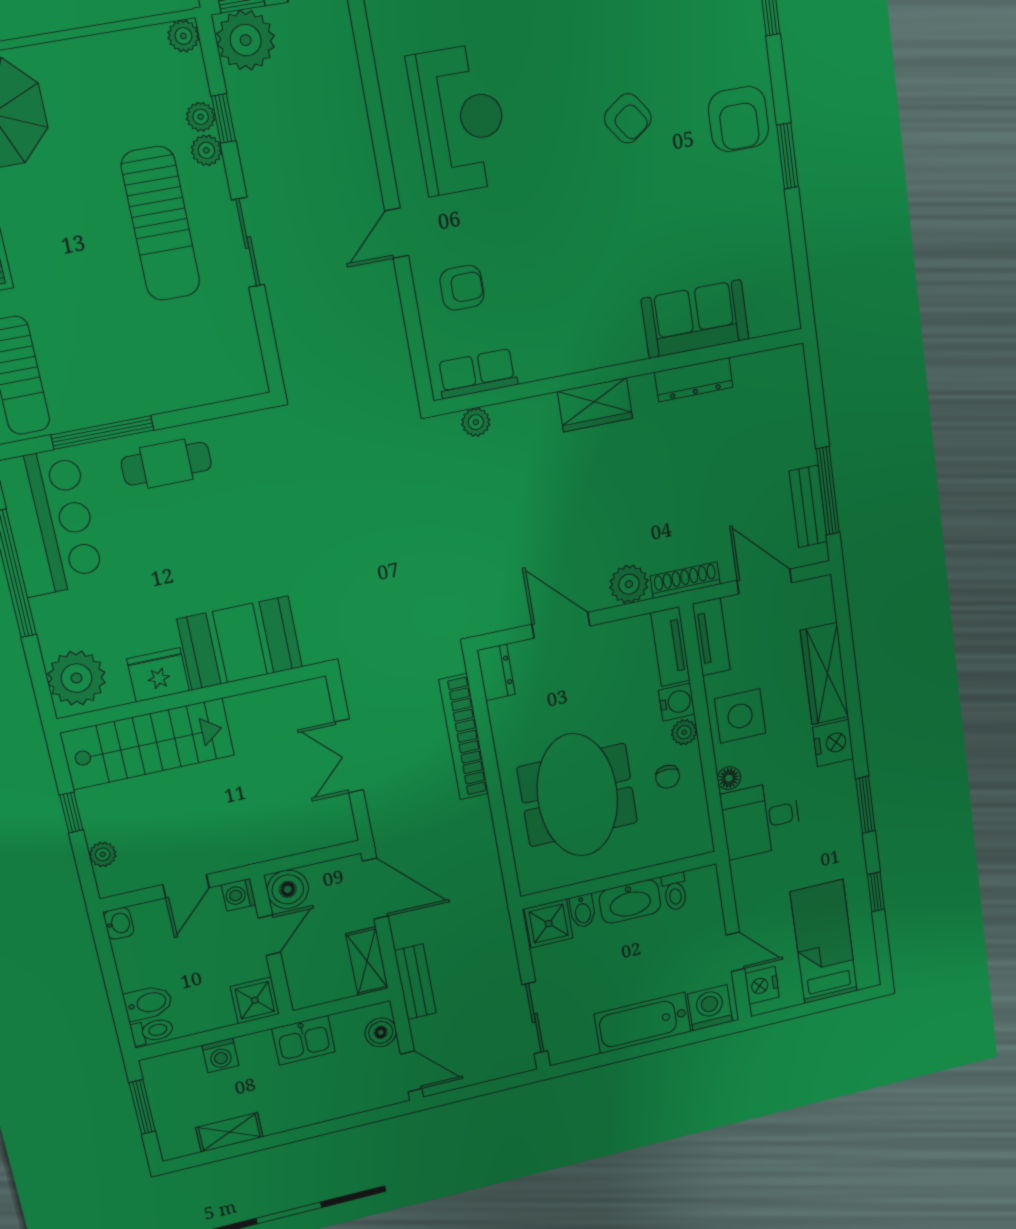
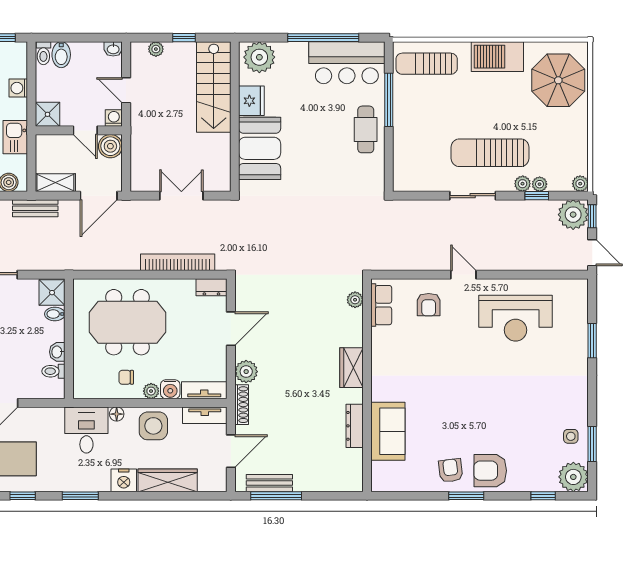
armchair: (628, 118) -> (451, 470), moved, turned 119
washbasin: (630, 902) -> (57, 352), width x0.52, depth x0.69

